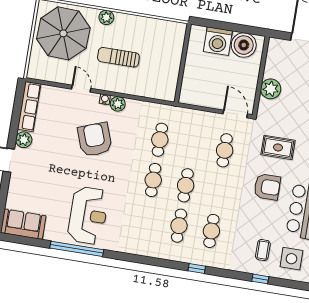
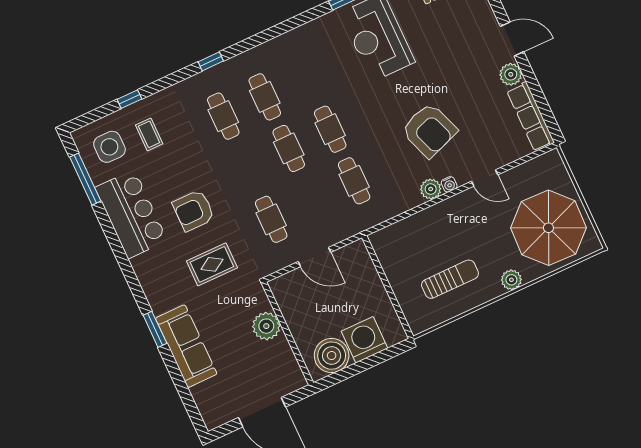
sun lounger: (118, 57) -> (450, 279), moved
door: (235, 114) -> (315, 257), moved

